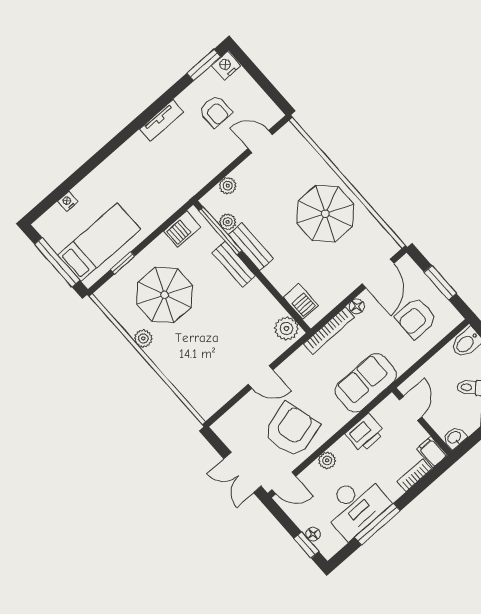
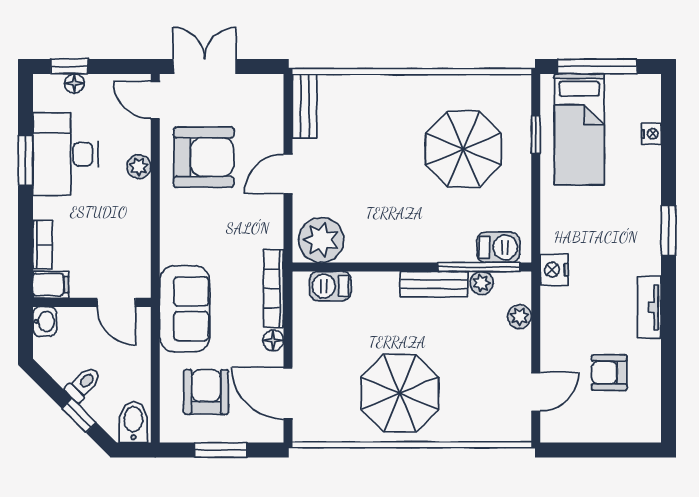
window: (204, 65) -> (669, 231), moved
nightstand: (226, 66) -> (554, 270), moved, turned 180
barbecue: (182, 229) -> (498, 247), moved, turned 90
bench: (234, 264) -> (305, 106), moved, turned 90
plant: (286, 329) -> (321, 240), width x1.36, depth x1.36
plant: (143, 339) -> (437, 86), removed
sofa: (366, 383) -> (185, 309), moved
armchair: (291, 430) -> (204, 157), turned -75
printer: (365, 433) -> (132, 232), removed
door: (284, 483) -> (155, 100), hinge flipped
window: (377, 524) -> (25, 161), width x0.69

